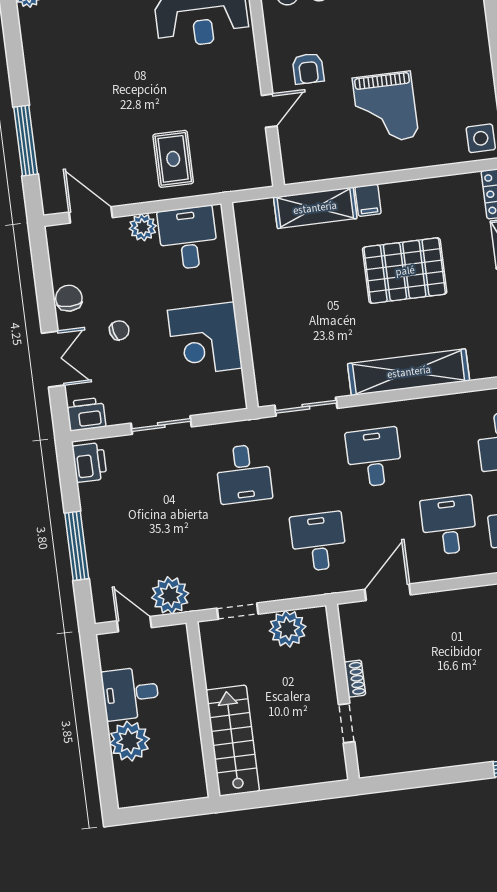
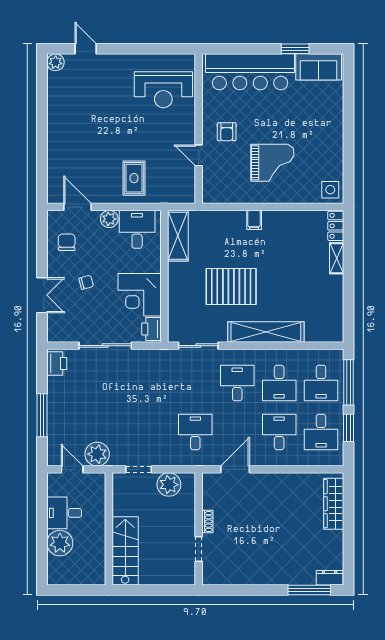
grand piano: (385, 108) -> (272, 163), turned -90
door: (269, 111) -> (199, 155), swing flipped
window: (26, 141) -> (42, 155), removed
shelving: (315, 208) -> (178, 236), moved, turned 90
pallet: (405, 271) -> (231, 286), moved
chair: (69, 298) -> (67, 242), moved
printer: (86, 414) -> (152, 329), moved, turned -90
sliding door: (161, 425) -> (105, 346), width x1.37
desk: (244, 474) -> (279, 383), moved

